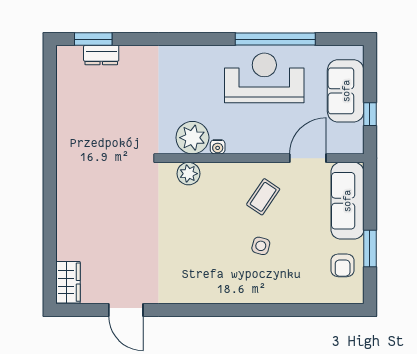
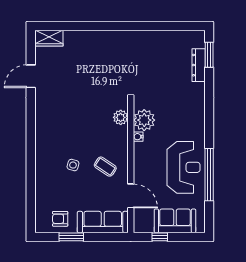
dresser: (101, 55) -> (199, 65), width x1.44

